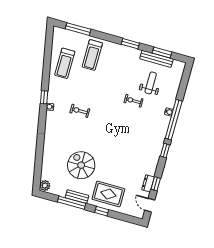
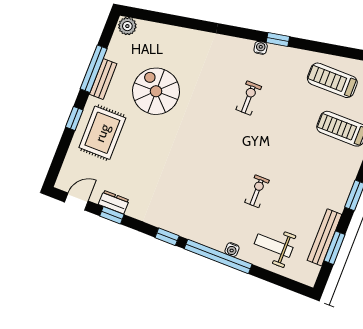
weight bench: (151, 83) -> (274, 246), moved, turned 180
spiral stairs: (81, 165) -> (156, 91), turned -90

